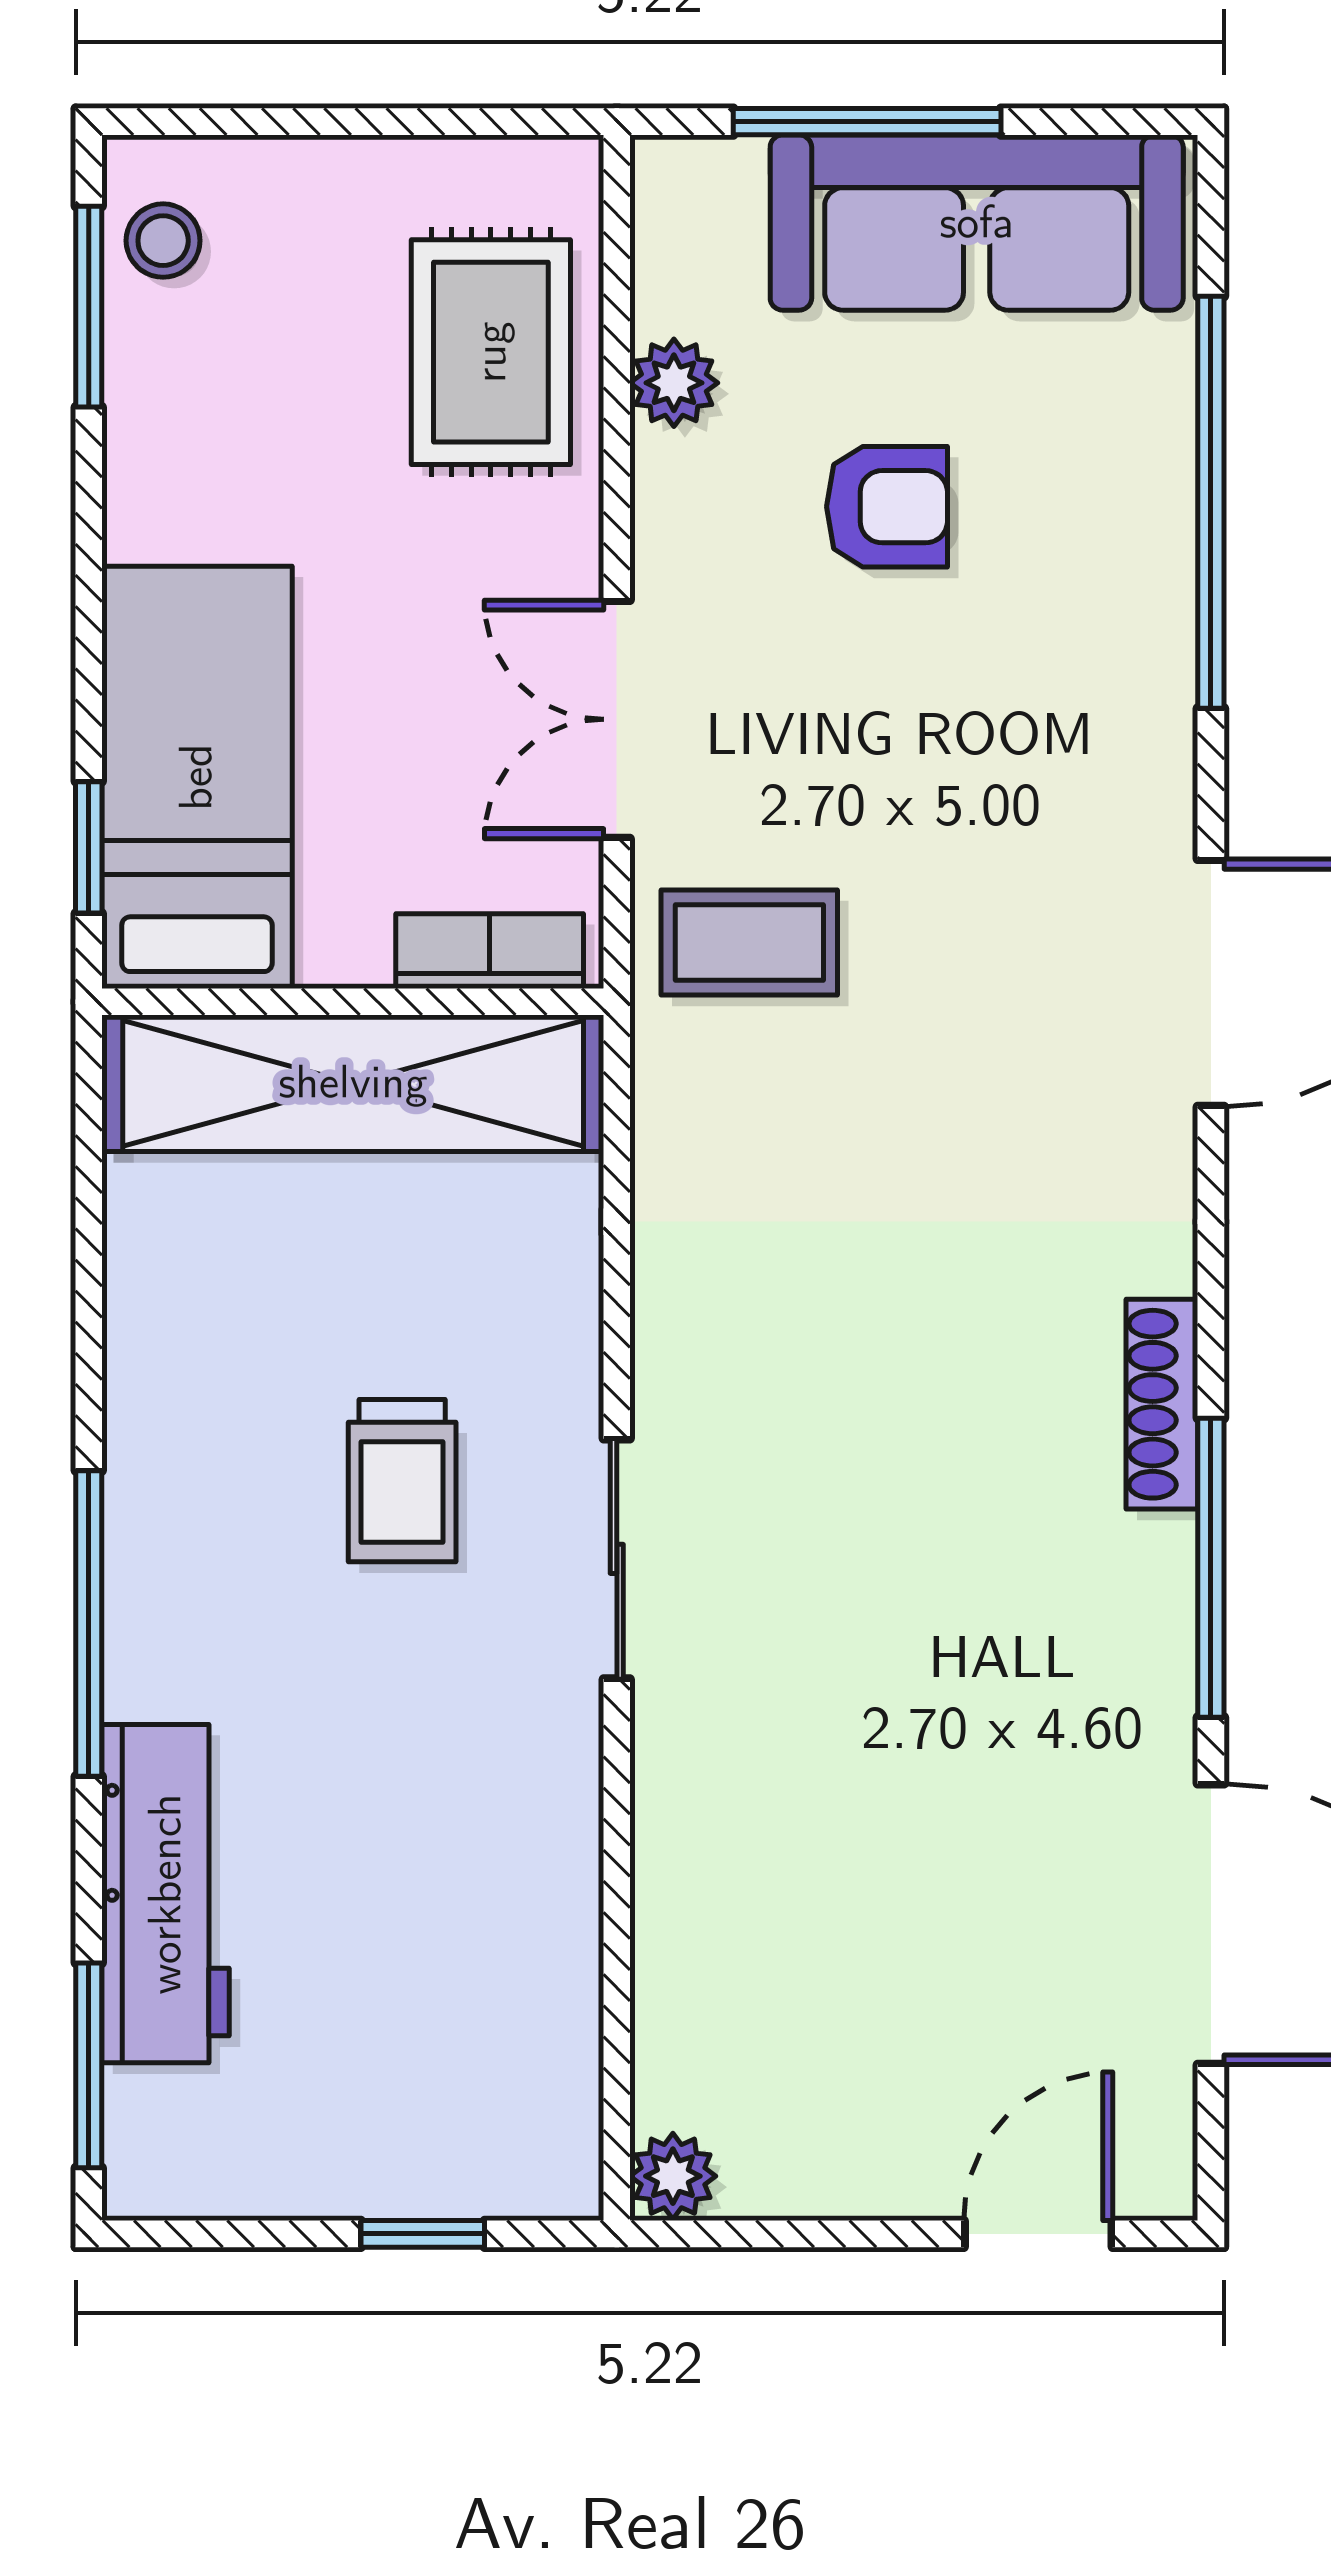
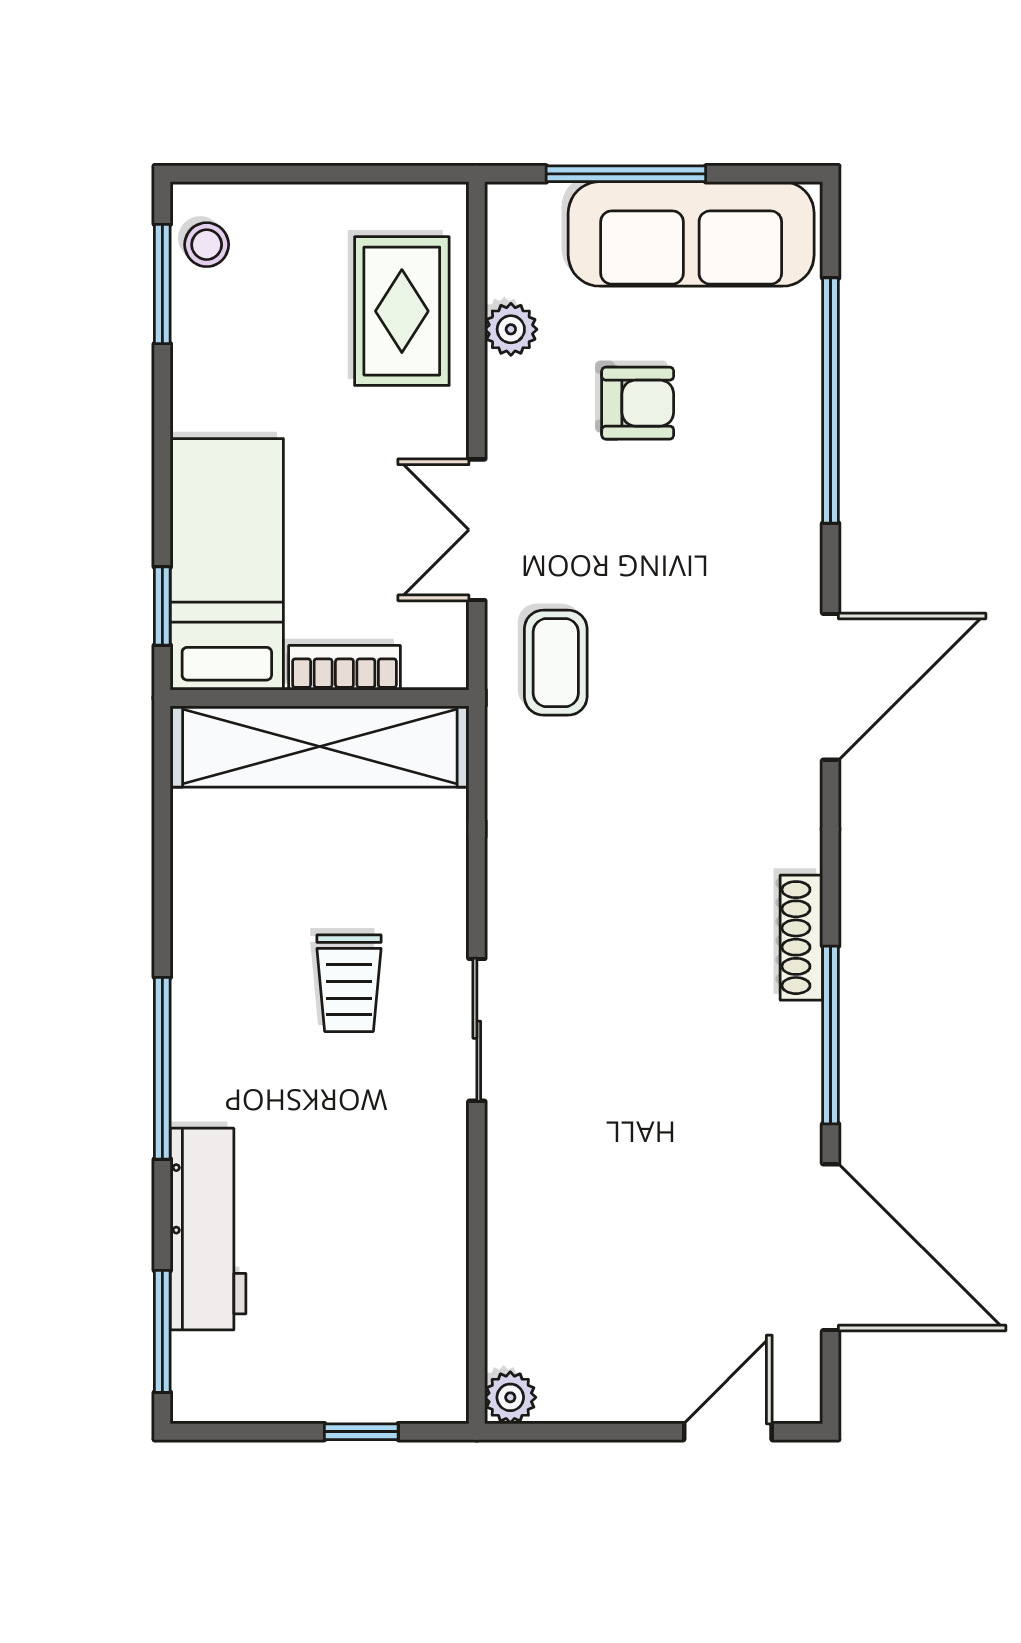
coffee table: (749, 942) -> (556, 663), turned 90
bookcase: (490, 951) -> (344, 668), moved

